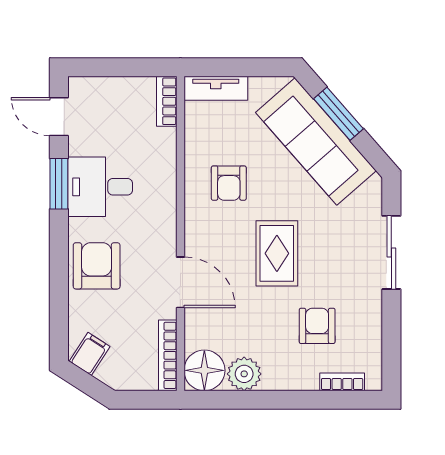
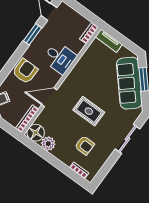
armchair: (229, 183) -> (90, 76), removed
desk: (100, 187) -> (60, 58), moved, turned 180
rug: (277, 253) -> (89, 111), turned 90
door: (180, 282) -> (49, 97), swing flipped
armchair: (317, 326) -> (85, 145), turned 90

